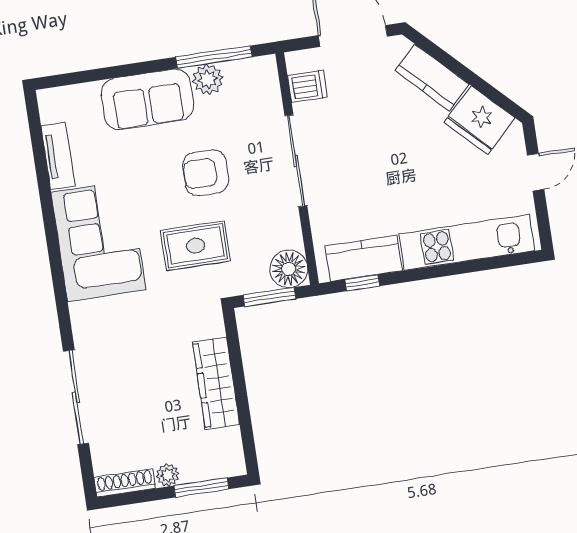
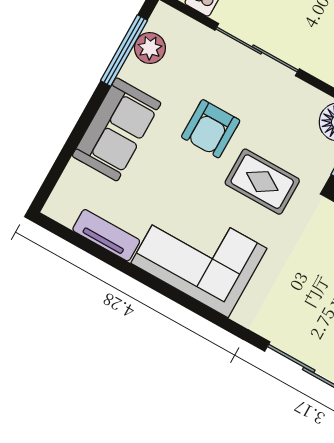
plant: (208, 79) -> (150, 48), moved
rug: (195, 246) -> (262, 182), turned 90

